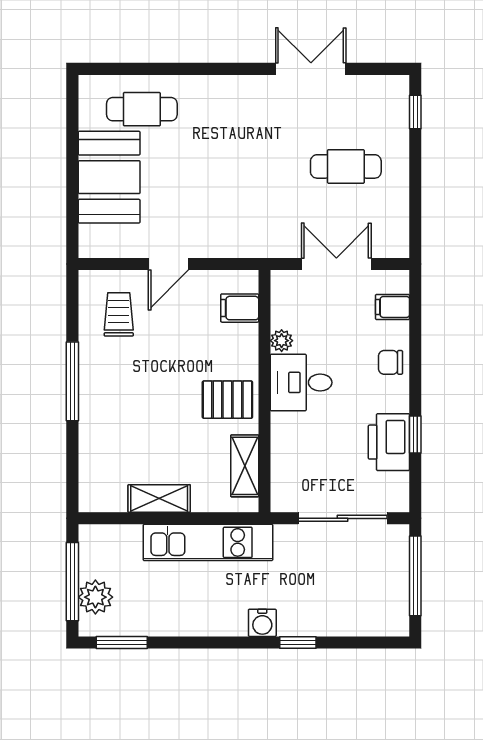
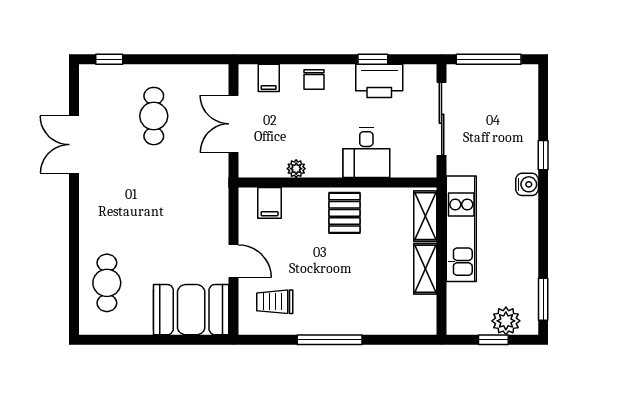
booth: (109, 177) -> (191, 310), moved
desk: (301, 382) -> (366, 153), moved
shelving: (245, 466) -> (425, 216), moved, turned 90
window: (72, 582) -> (493, 340), width x0.46

